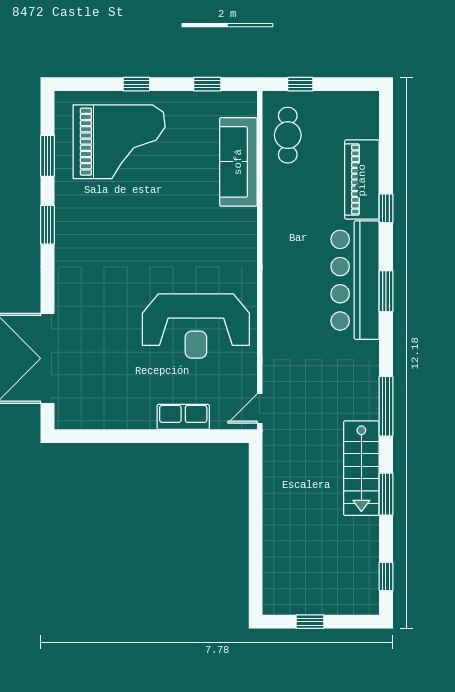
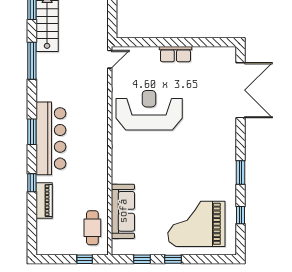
window: (136, 84) -> (173, 259), moved
window: (48, 156) -> (241, 215), width x0.67
piano: (362, 180) -> (44, 200), width x0.73, depth x0.75
row of seats: (183, 417) -> (175, 54), moved

